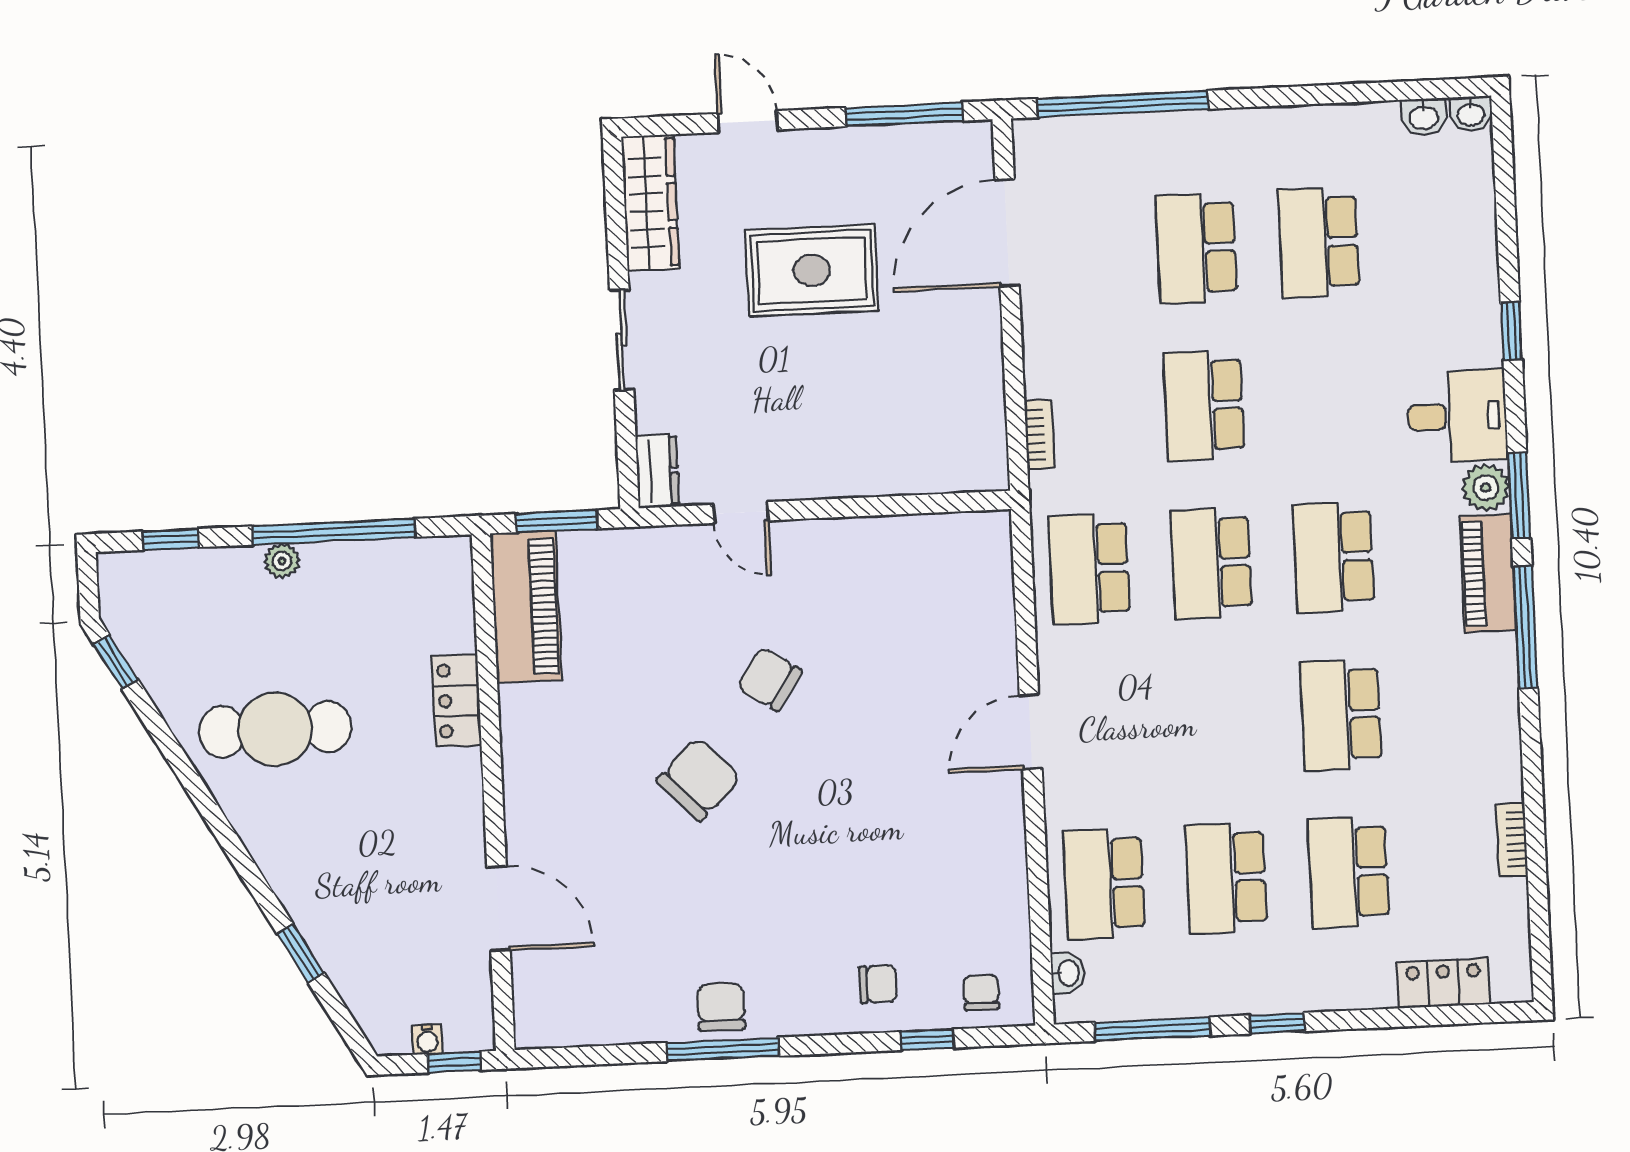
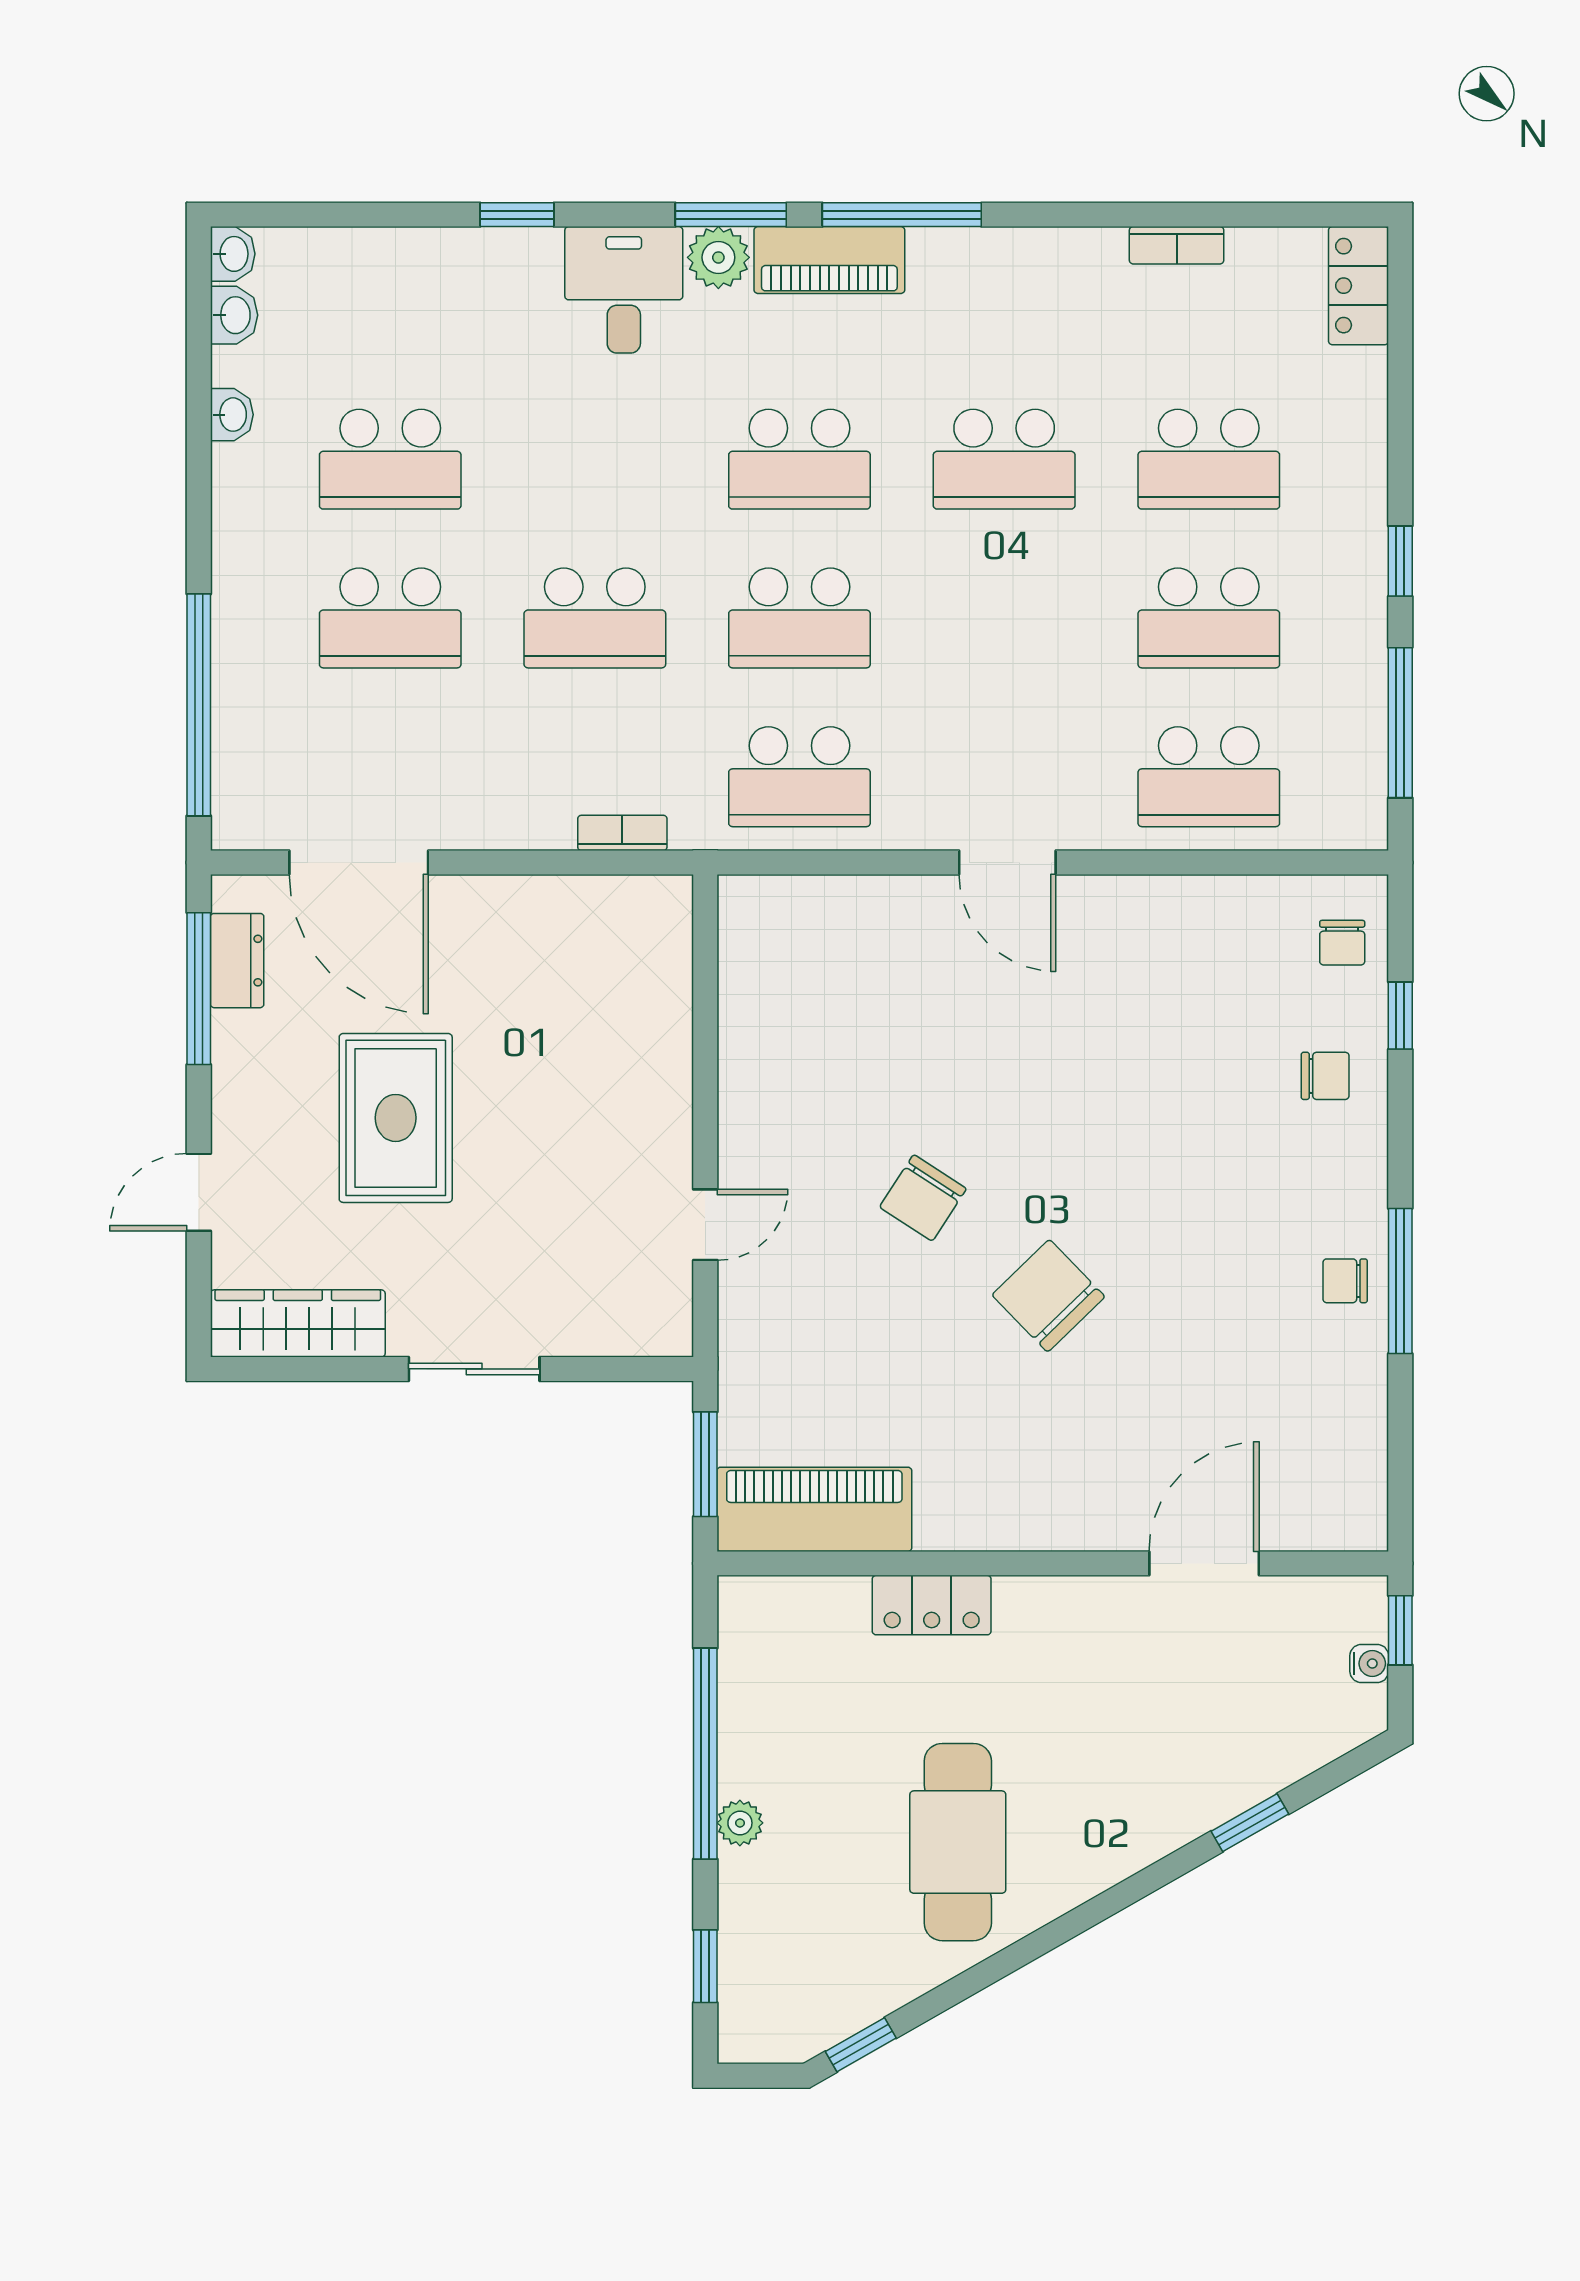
dresser: (657, 471) -> (237, 961), moved, turned 90
washbasin: (1068, 973) -> (232, 415), moved, turned 90
locker: (1443, 983) -> (1359, 286), moved
chair: (878, 984) -> (1325, 1076), turned 90
chair: (981, 992) -> (1342, 943), turned -90
chair: (721, 1007) -> (1345, 1281), width x0.73, depth x0.73

